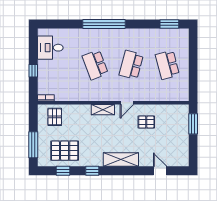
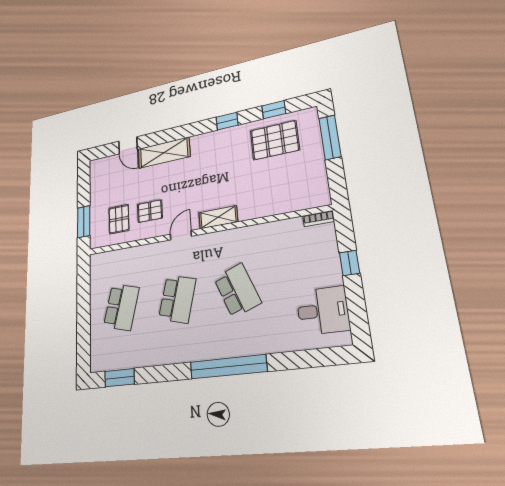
school desk: (167, 65) -> (121, 307), turned 30
pallet: (55, 117) -> (119, 219), moved
shelving: (121, 159) -> (164, 153), moved

